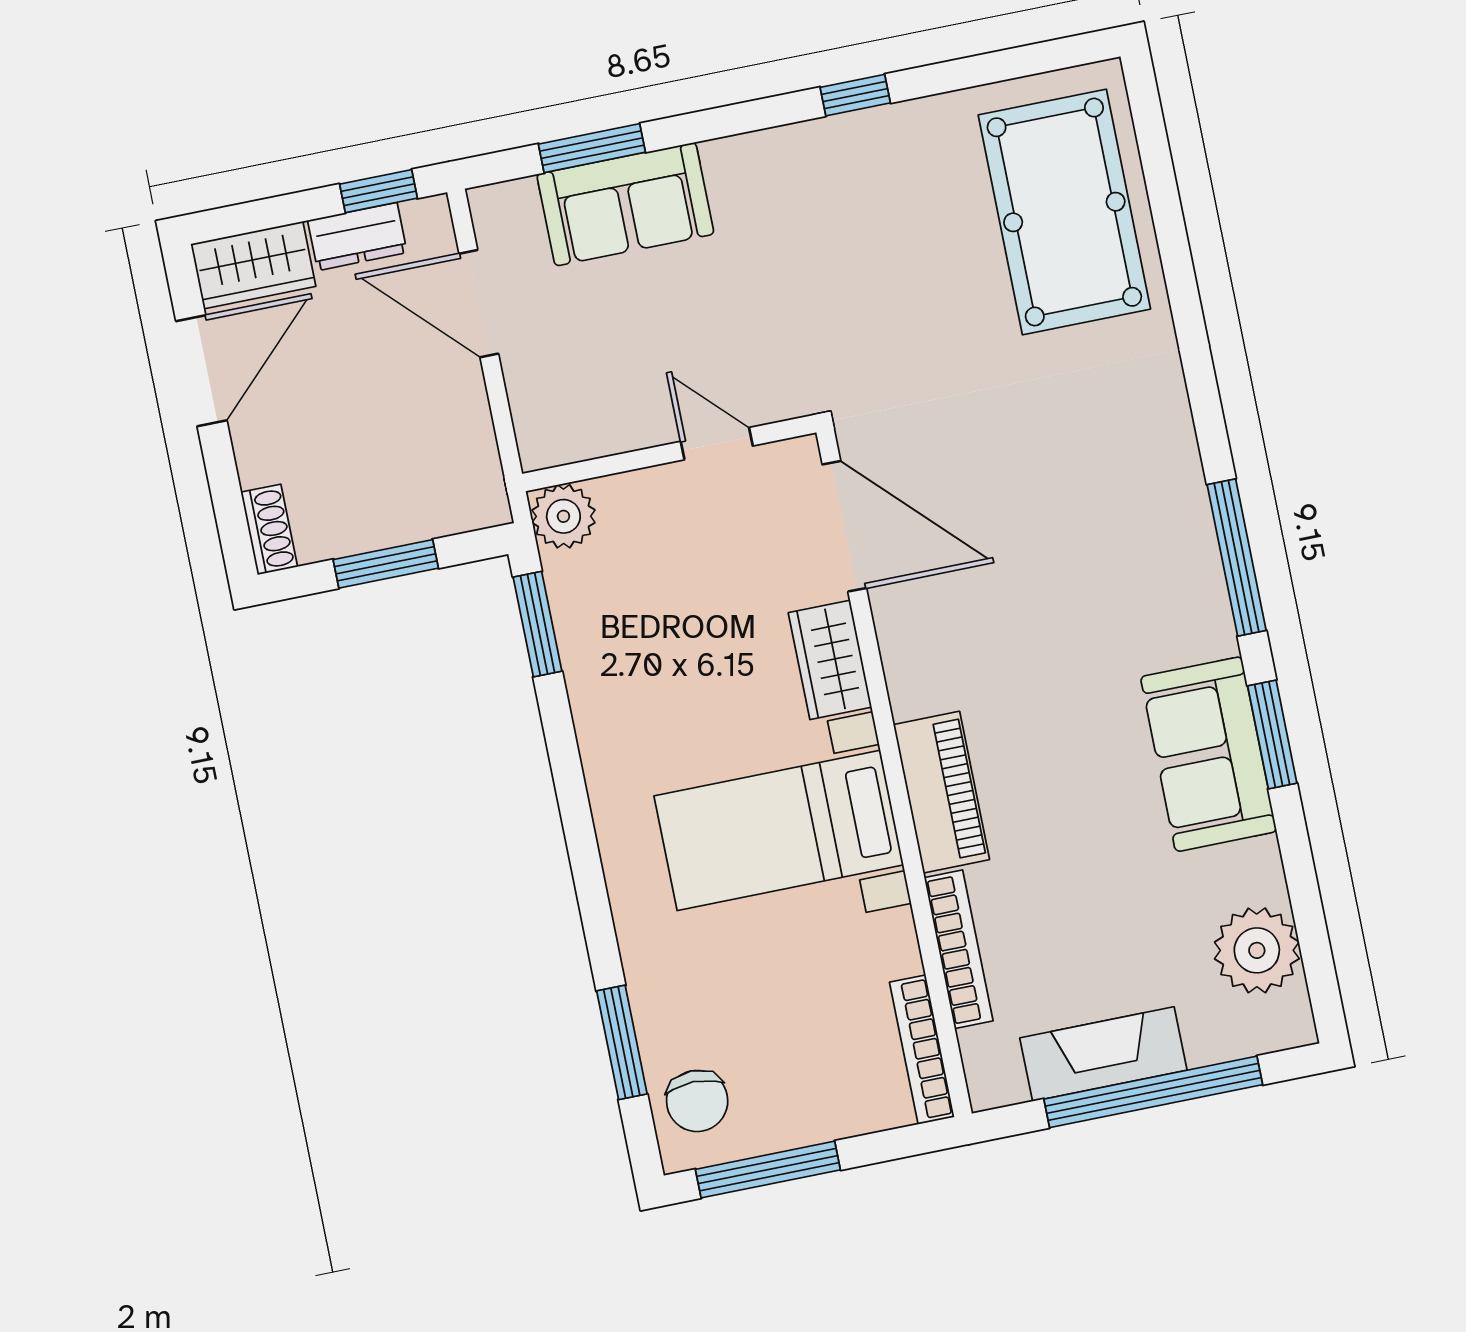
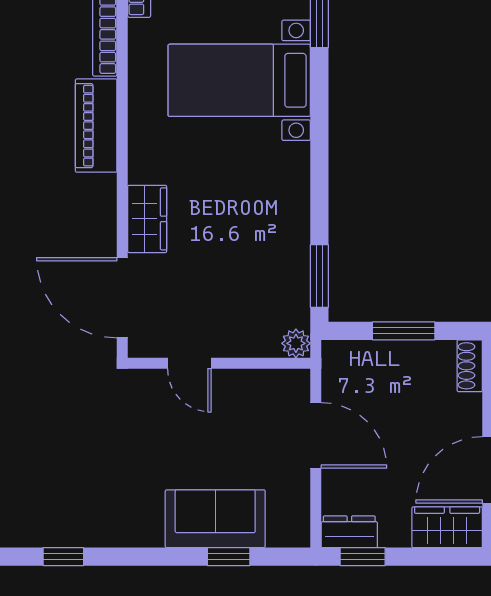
window: (592, 148) -> (229, 557), width x0.67
dresser: (357, 237) -> (349, 532), moved
door: (479, 304) -> (316, 435), moved
plant: (563, 516) -> (296, 343), width x0.73, depth x0.73
bed with nightstands: (779, 830) -> (239, 80), moved, turned 180

